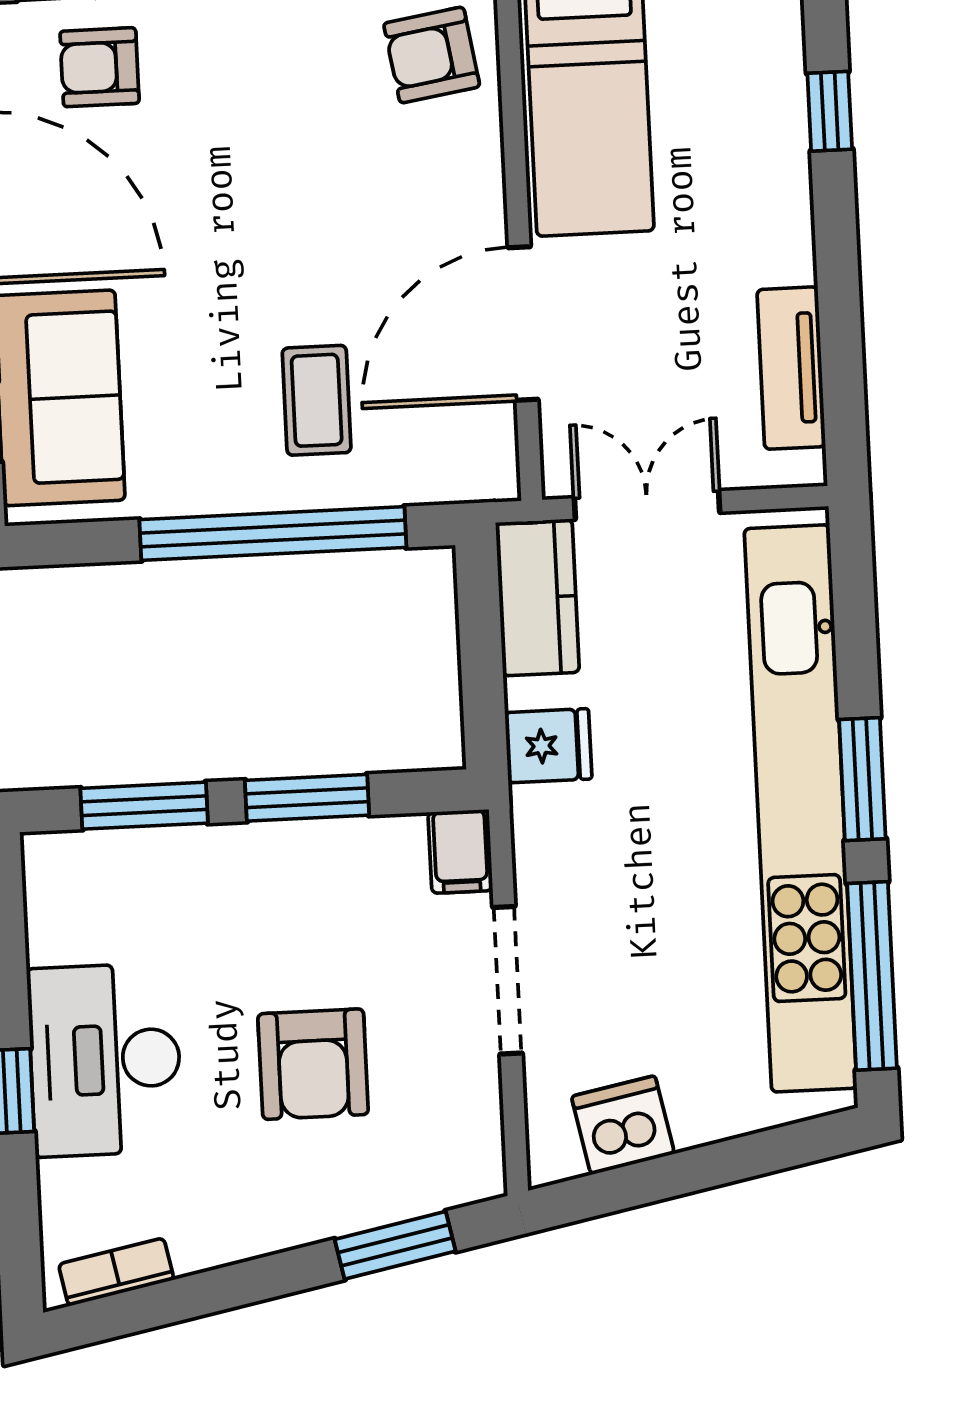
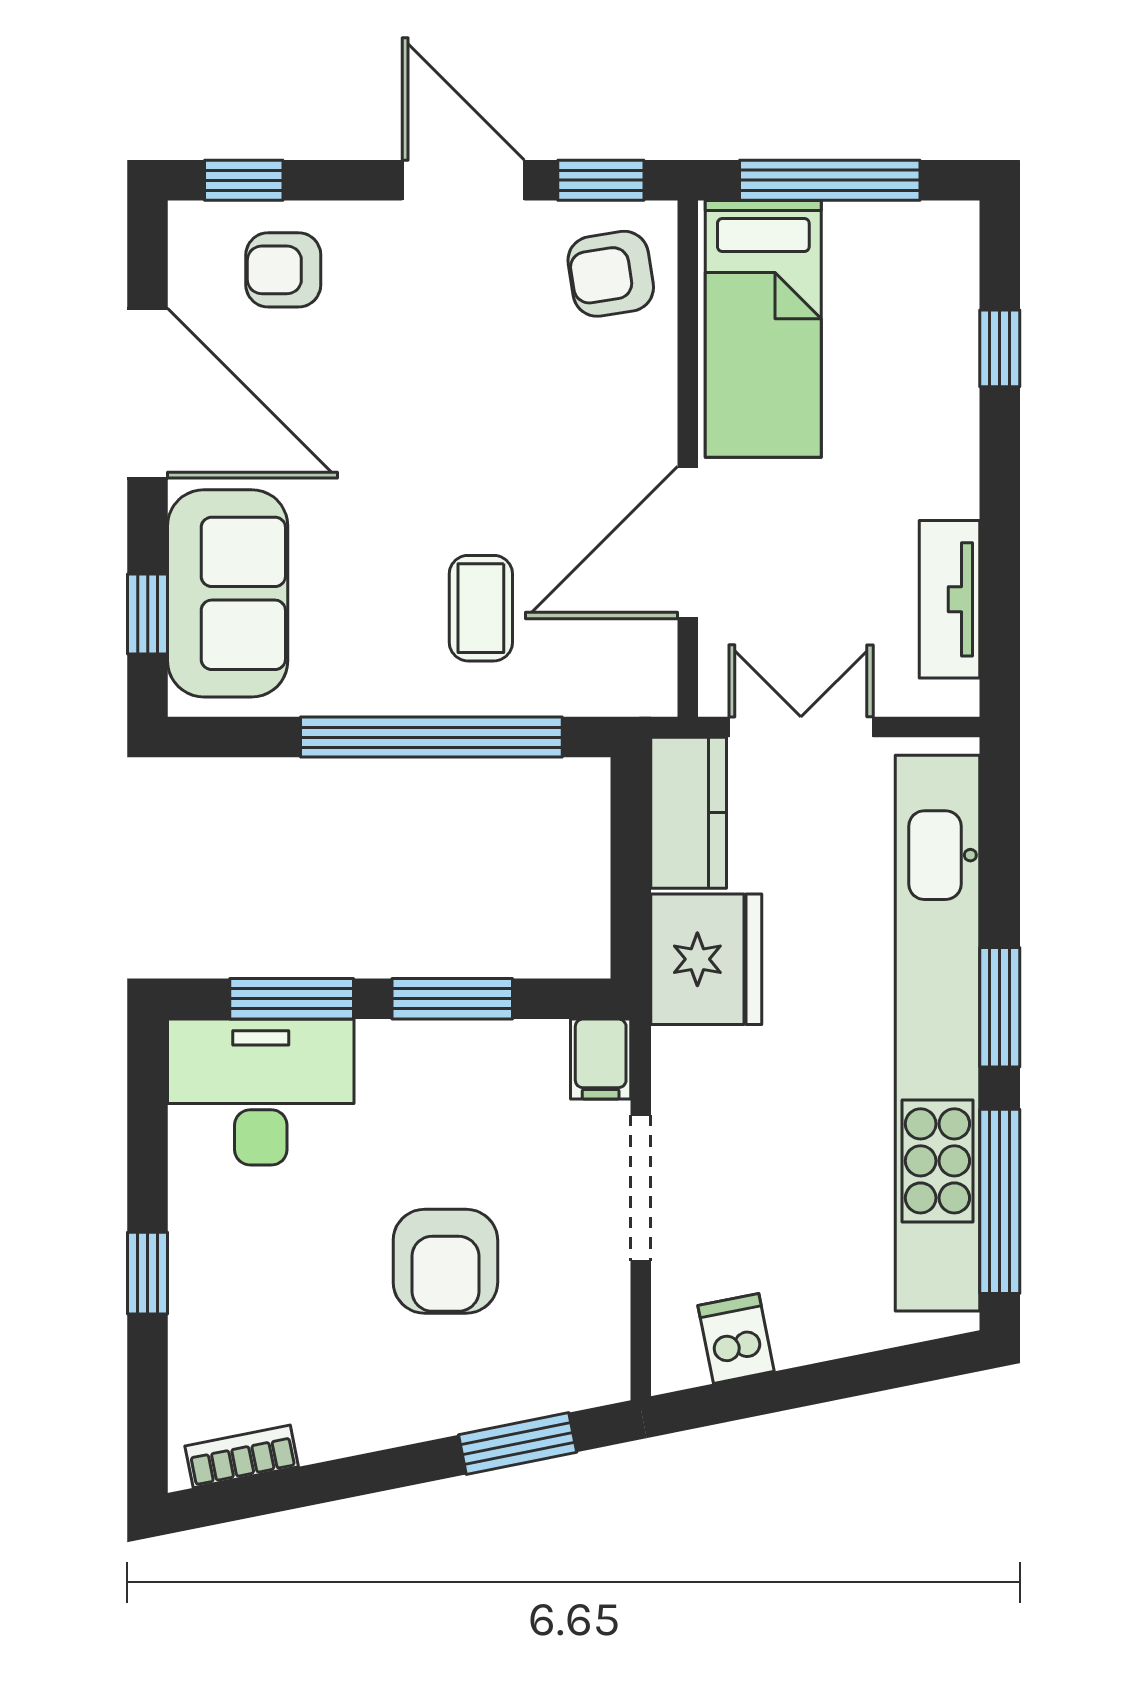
fridge: (548, 746) -> (706, 959), width x1.88, depth x1.34
desk: (105, 1060) -> (261, 1092), moved, turned 90
dishwasher: (623, 1125) -> (736, 1338), width x0.73

